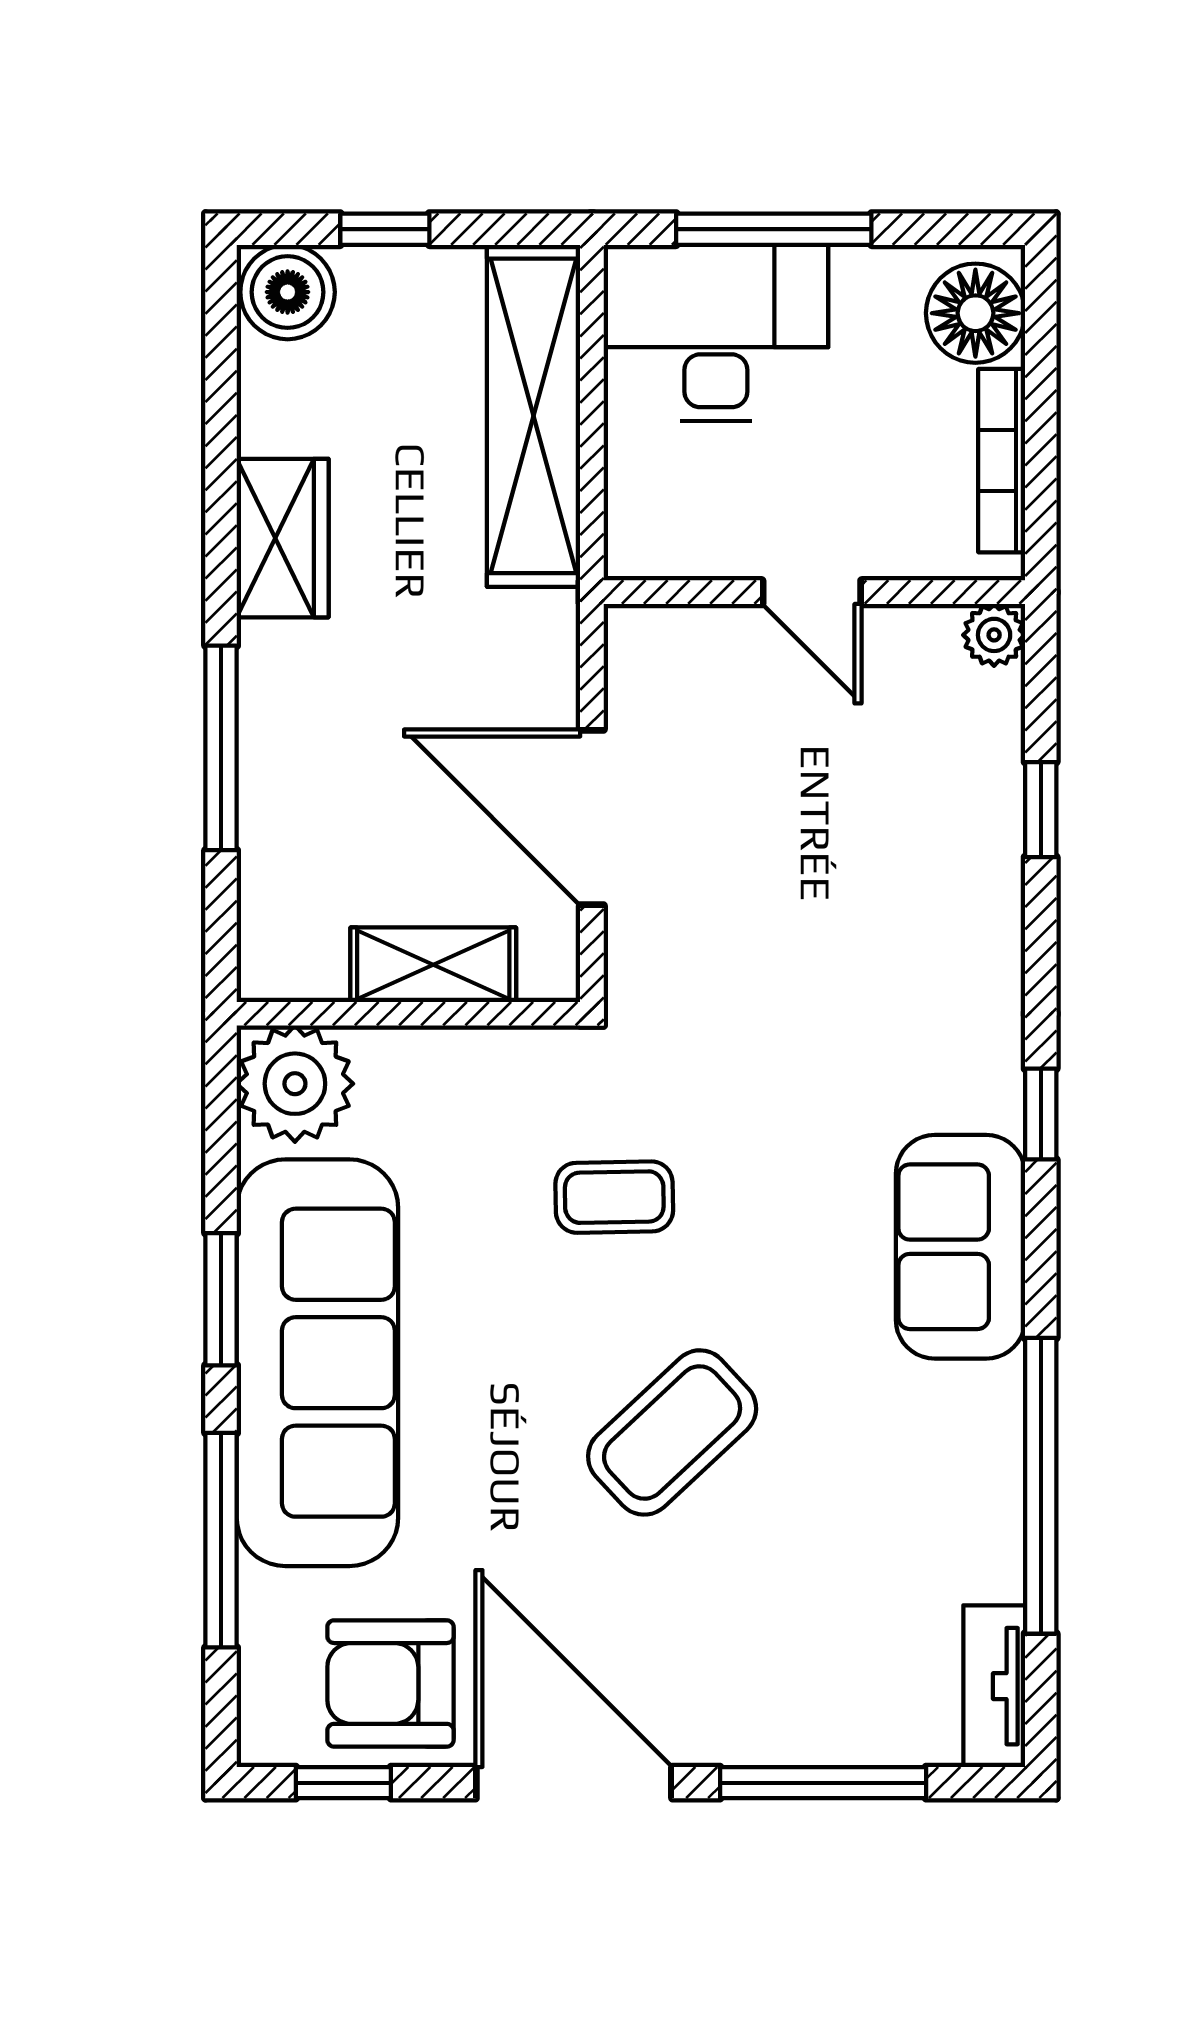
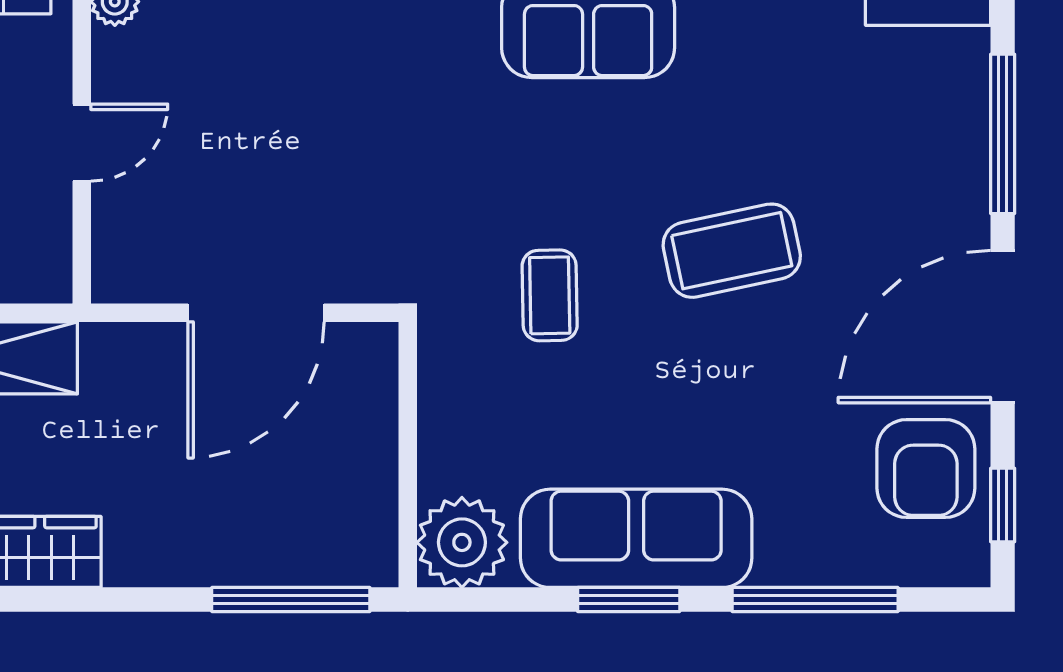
window: (221, 748) -> (291, 600), moved
shelving: (433, 965) -> (370, 435), removed
sofa: (317, 1363) -> (636, 538), width x0.74, depth x0.79
coffee table: (672, 1432) -> (732, 251), turned -59

